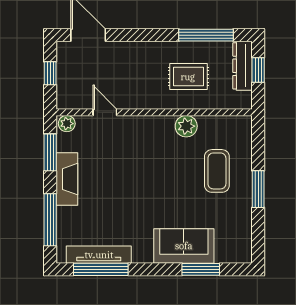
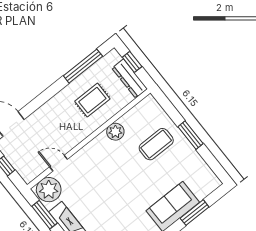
dresser: (243, 66) -> (130, 79), moved
plant: (67, 124) -> (49, 190), width x1.87, depth x1.87
coffee table: (217, 171) -> (156, 144), turned 90

